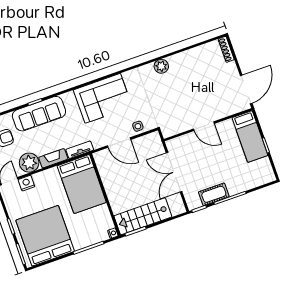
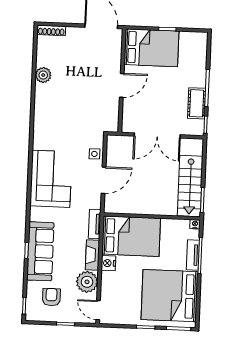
plant: (161, 66) -> (43, 75), moved
bed: (250, 137) -> (151, 48), width x1.50
nightstand: (26, 183) -> (108, 263), moved
tv unit: (87, 242) -> (193, 255), added

